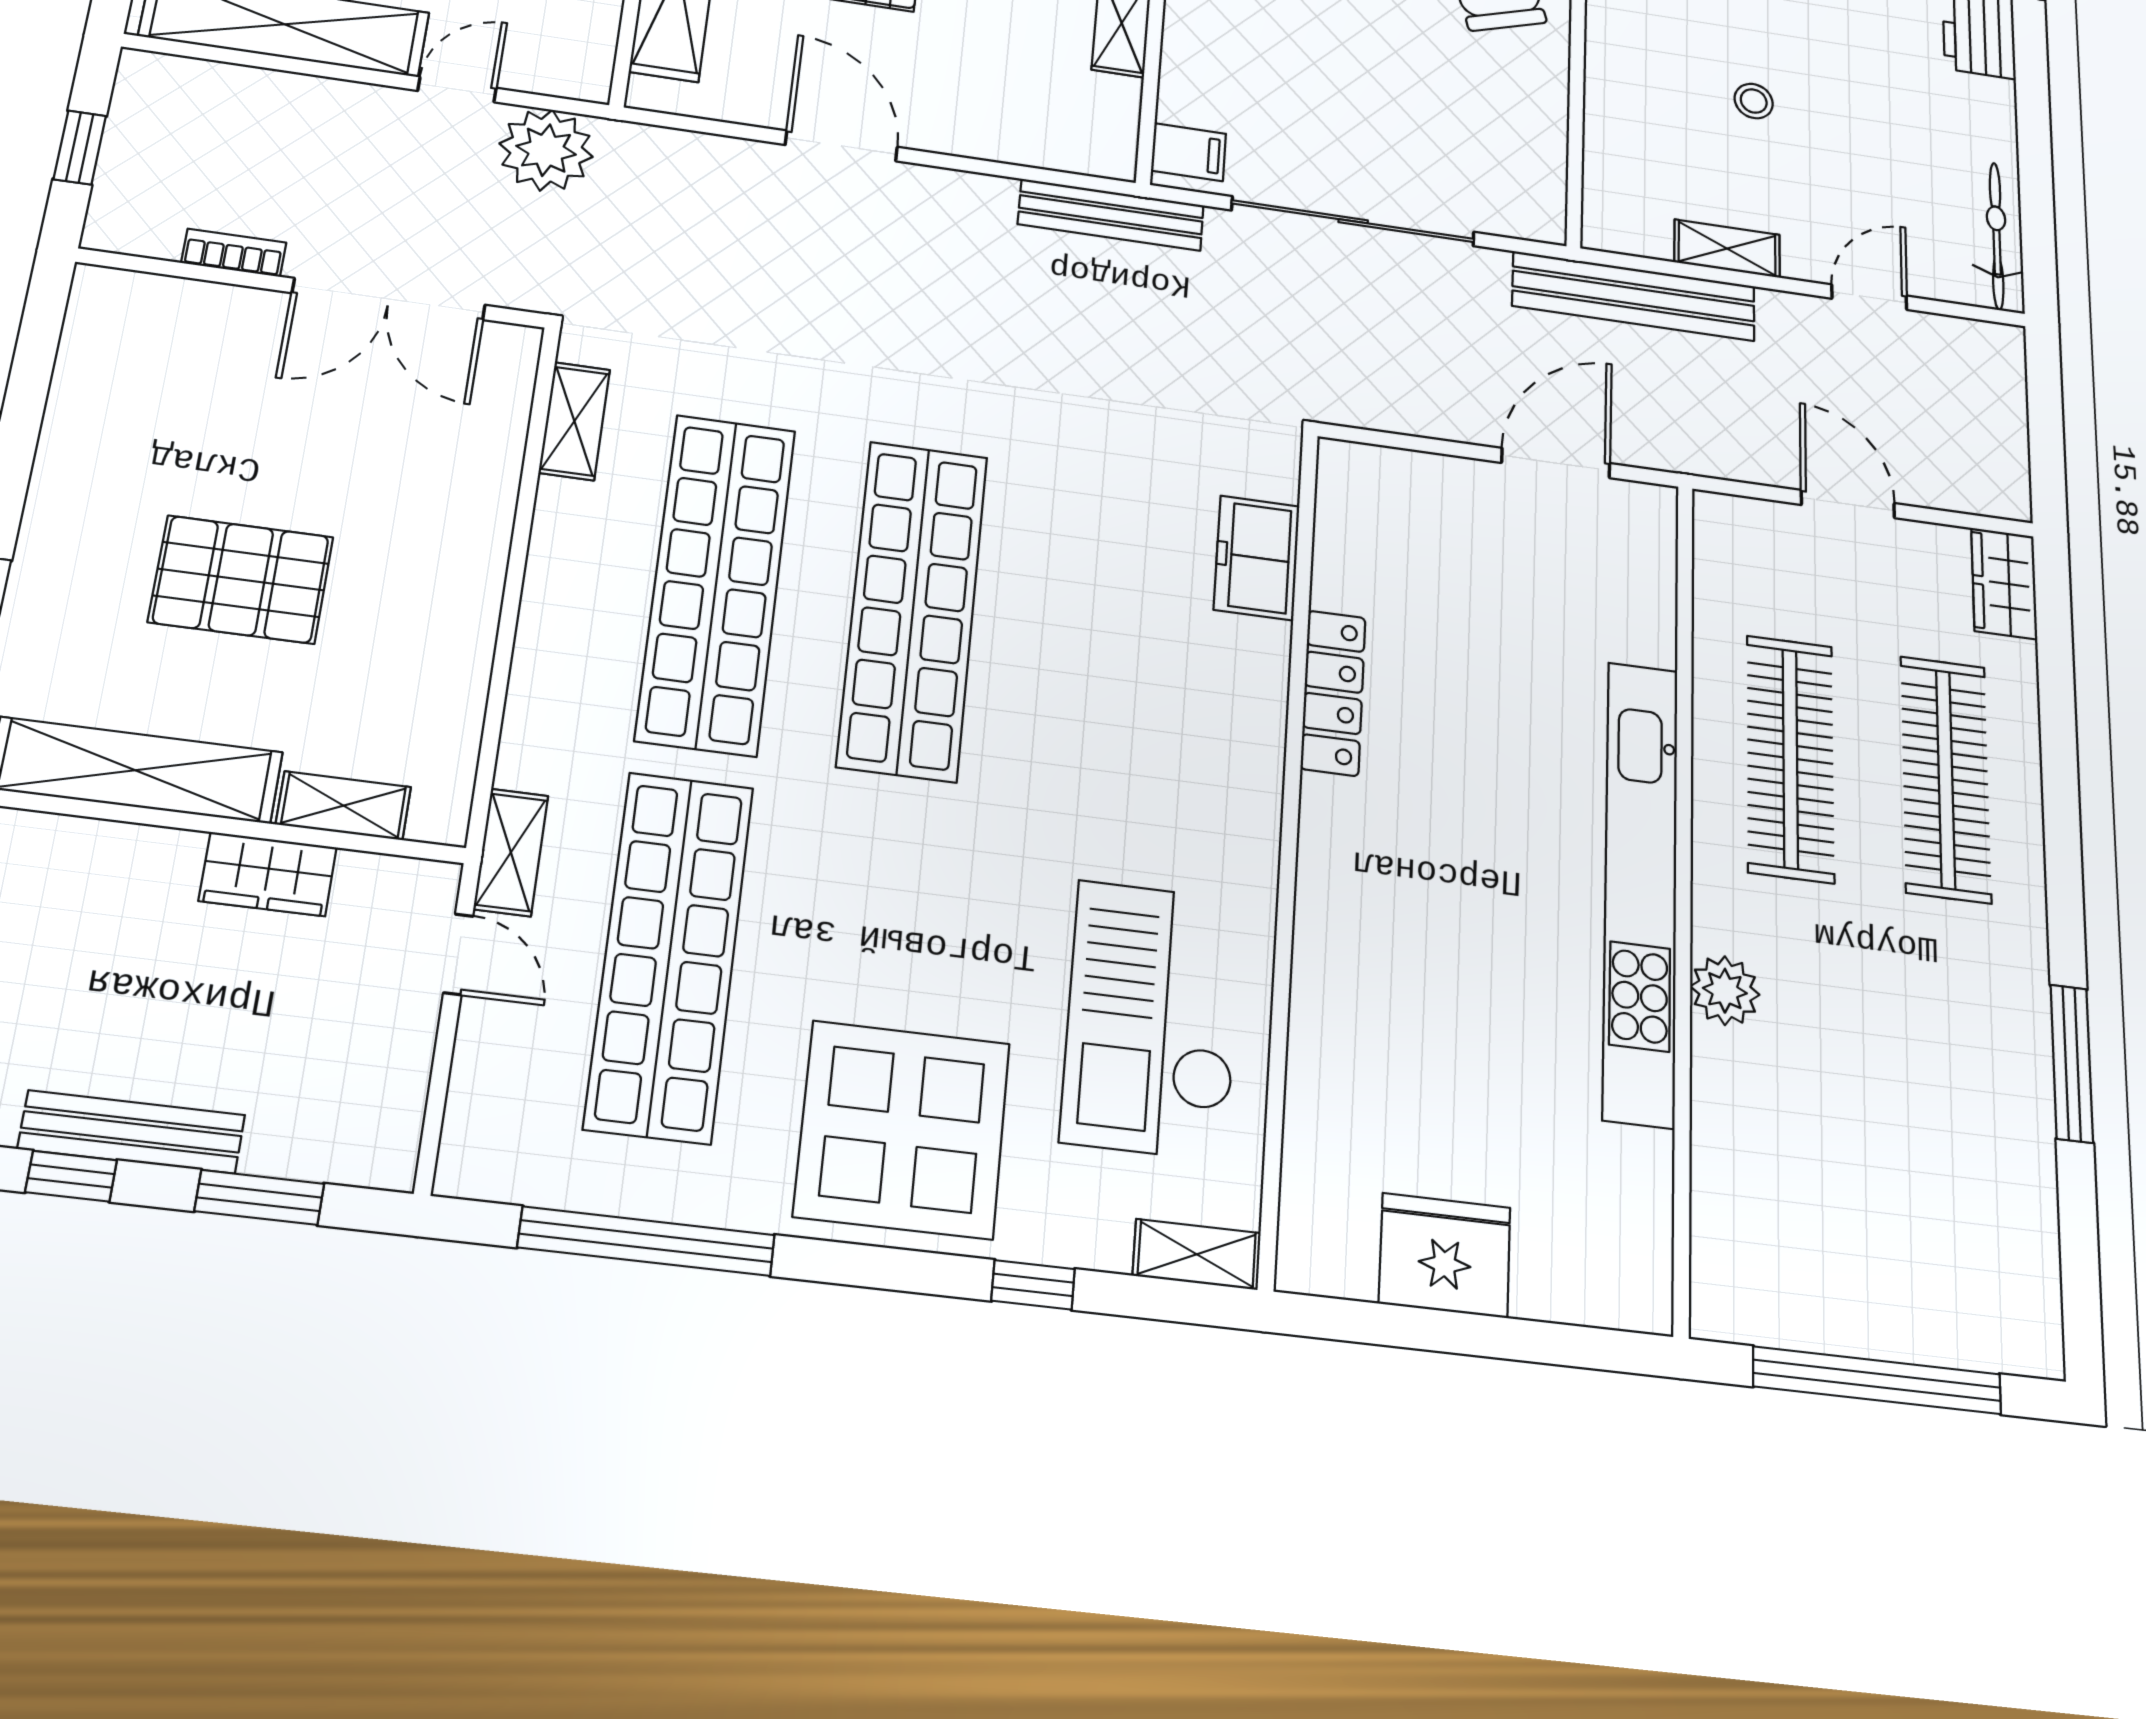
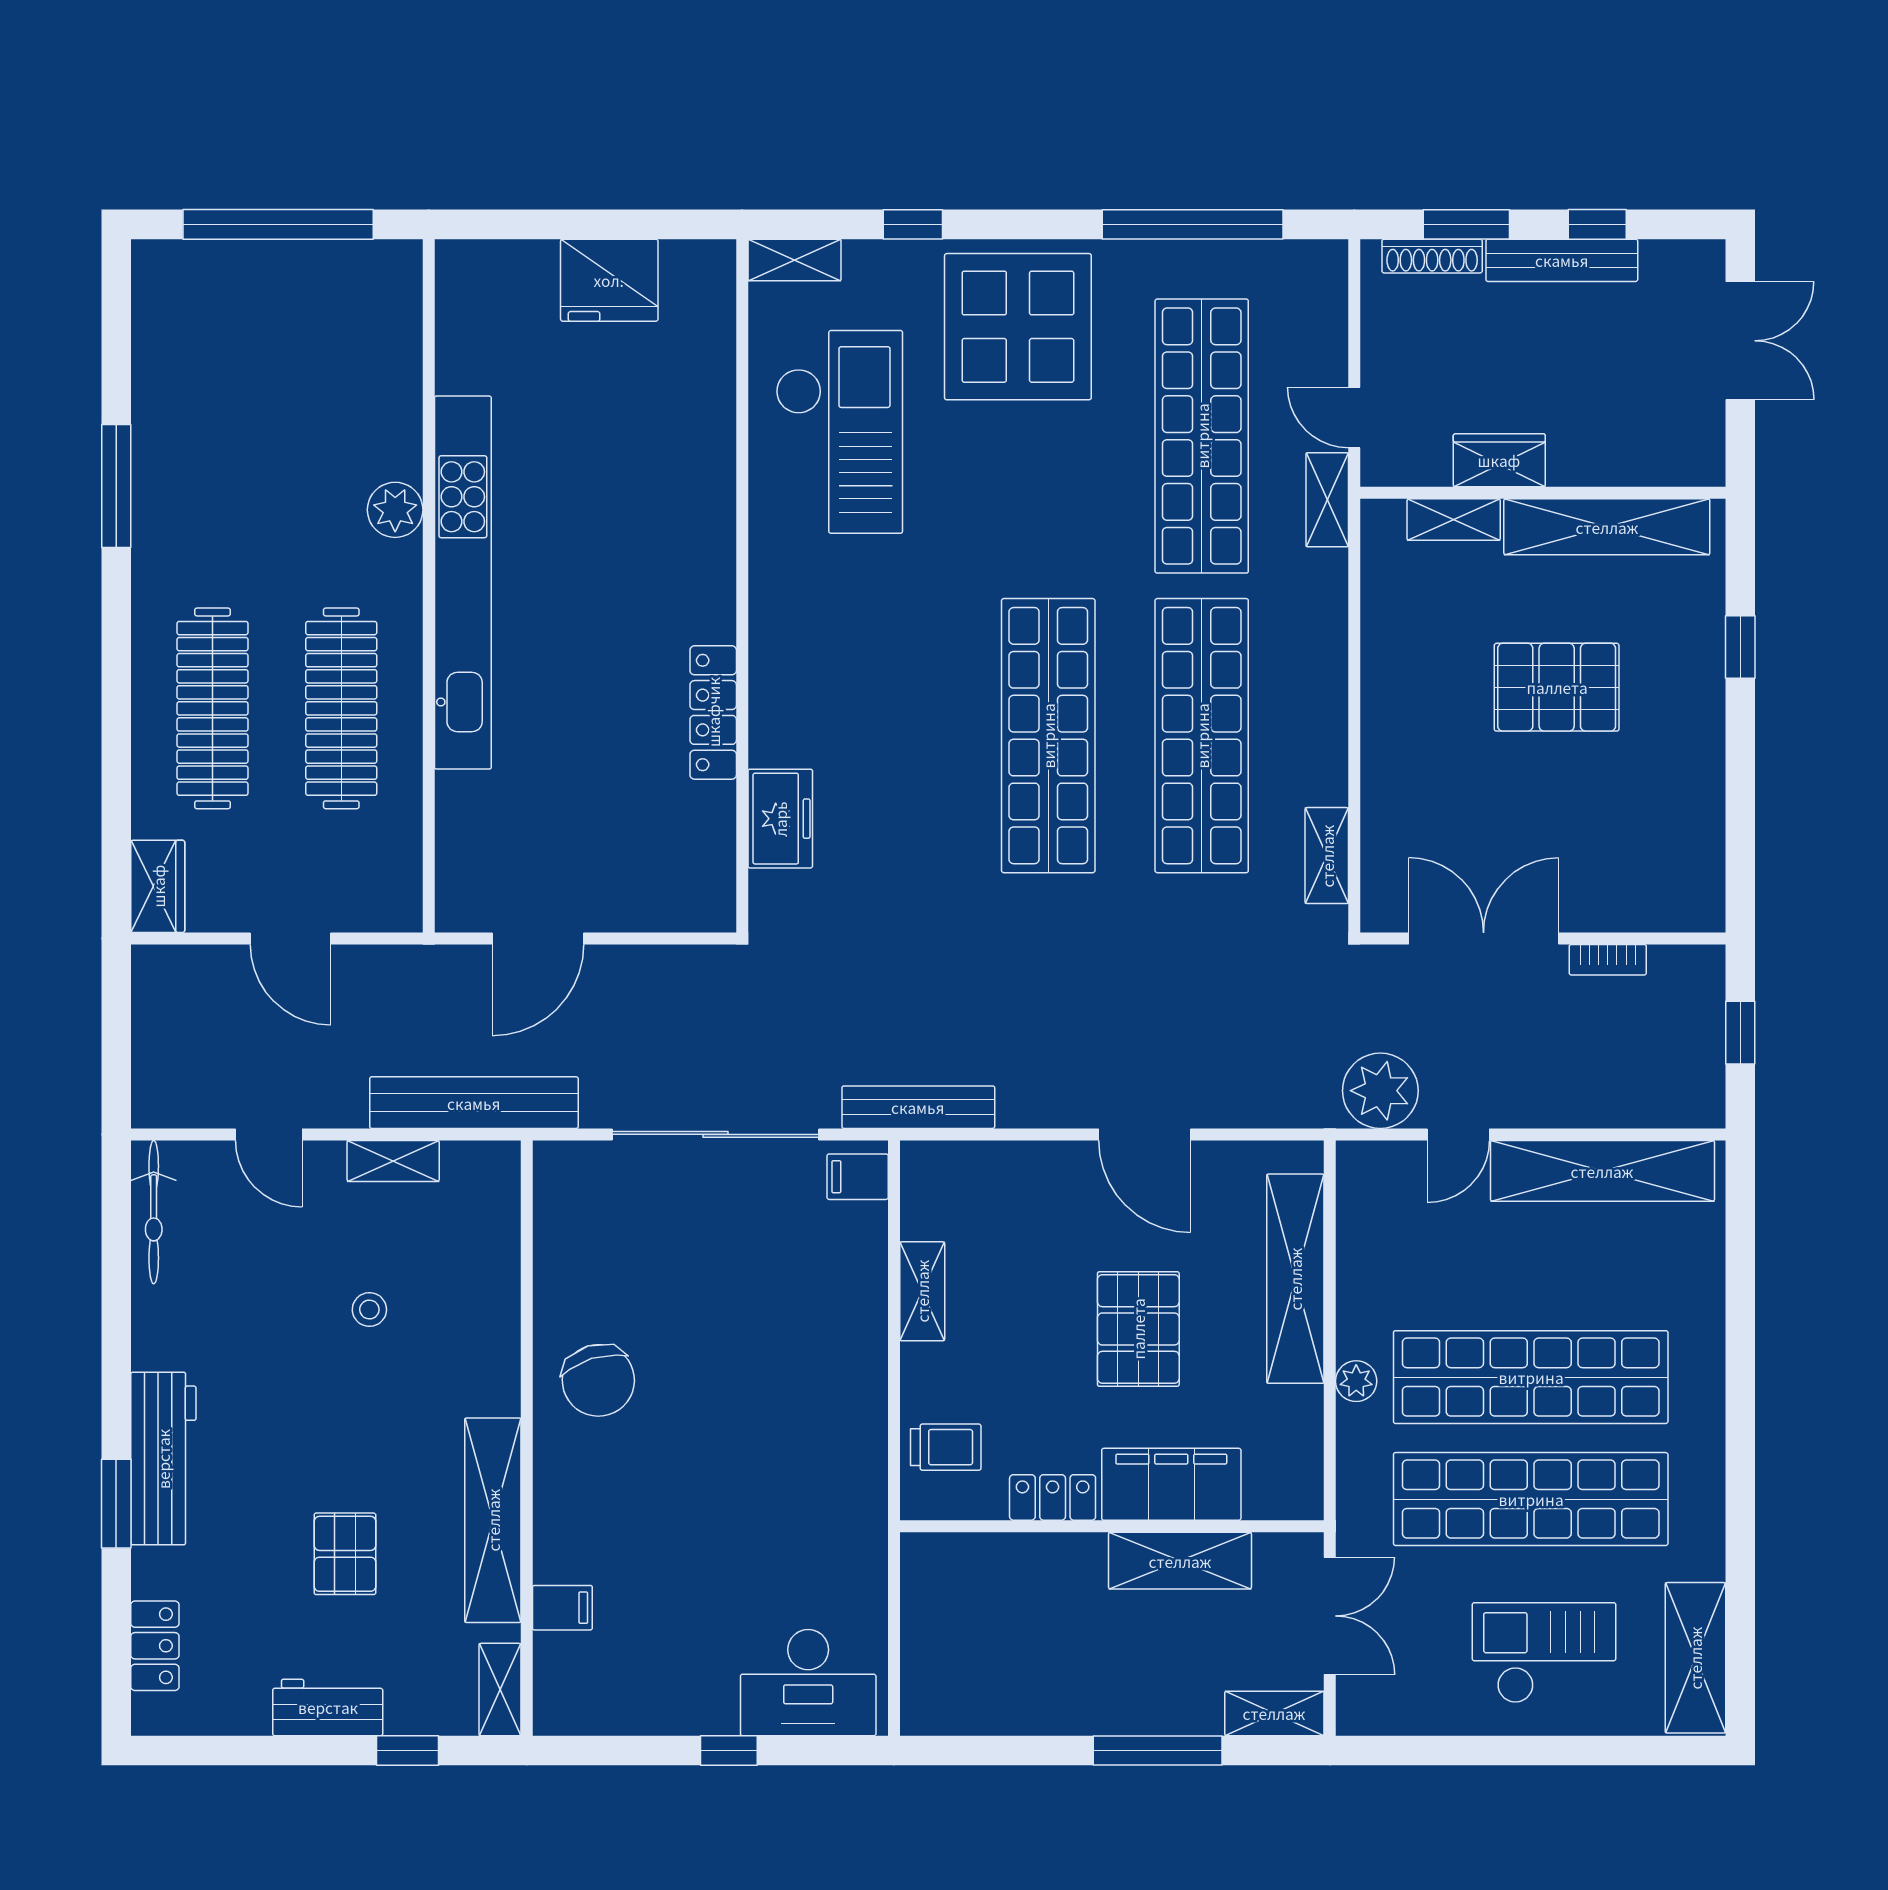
door: (1869, 297) -> (269, 1134), hinge flipped
shoe rack: (316, 1159) -> (1432, 256), added

